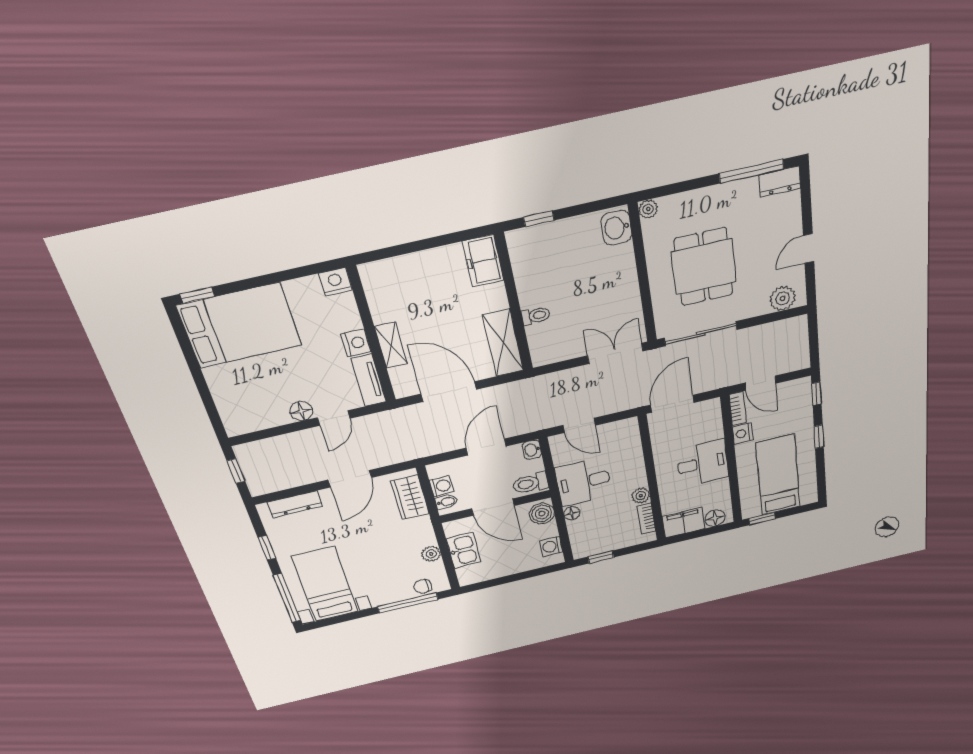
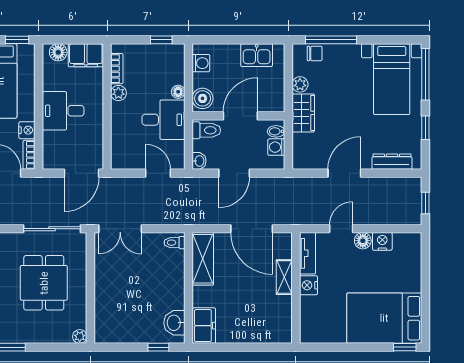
washbasin: (616, 228) -> (174, 323), moved, turned 180
nightstand: (335, 282) -> (382, 241), moved, turned 180
toilet: (536, 316) -> (174, 243), moved
wardrobe: (410, 497) -> (303, 113), moved
door: (493, 507) -> (240, 116), hinge flipped
kitchen sink: (464, 550) -> (257, 55), moved, turned -90

